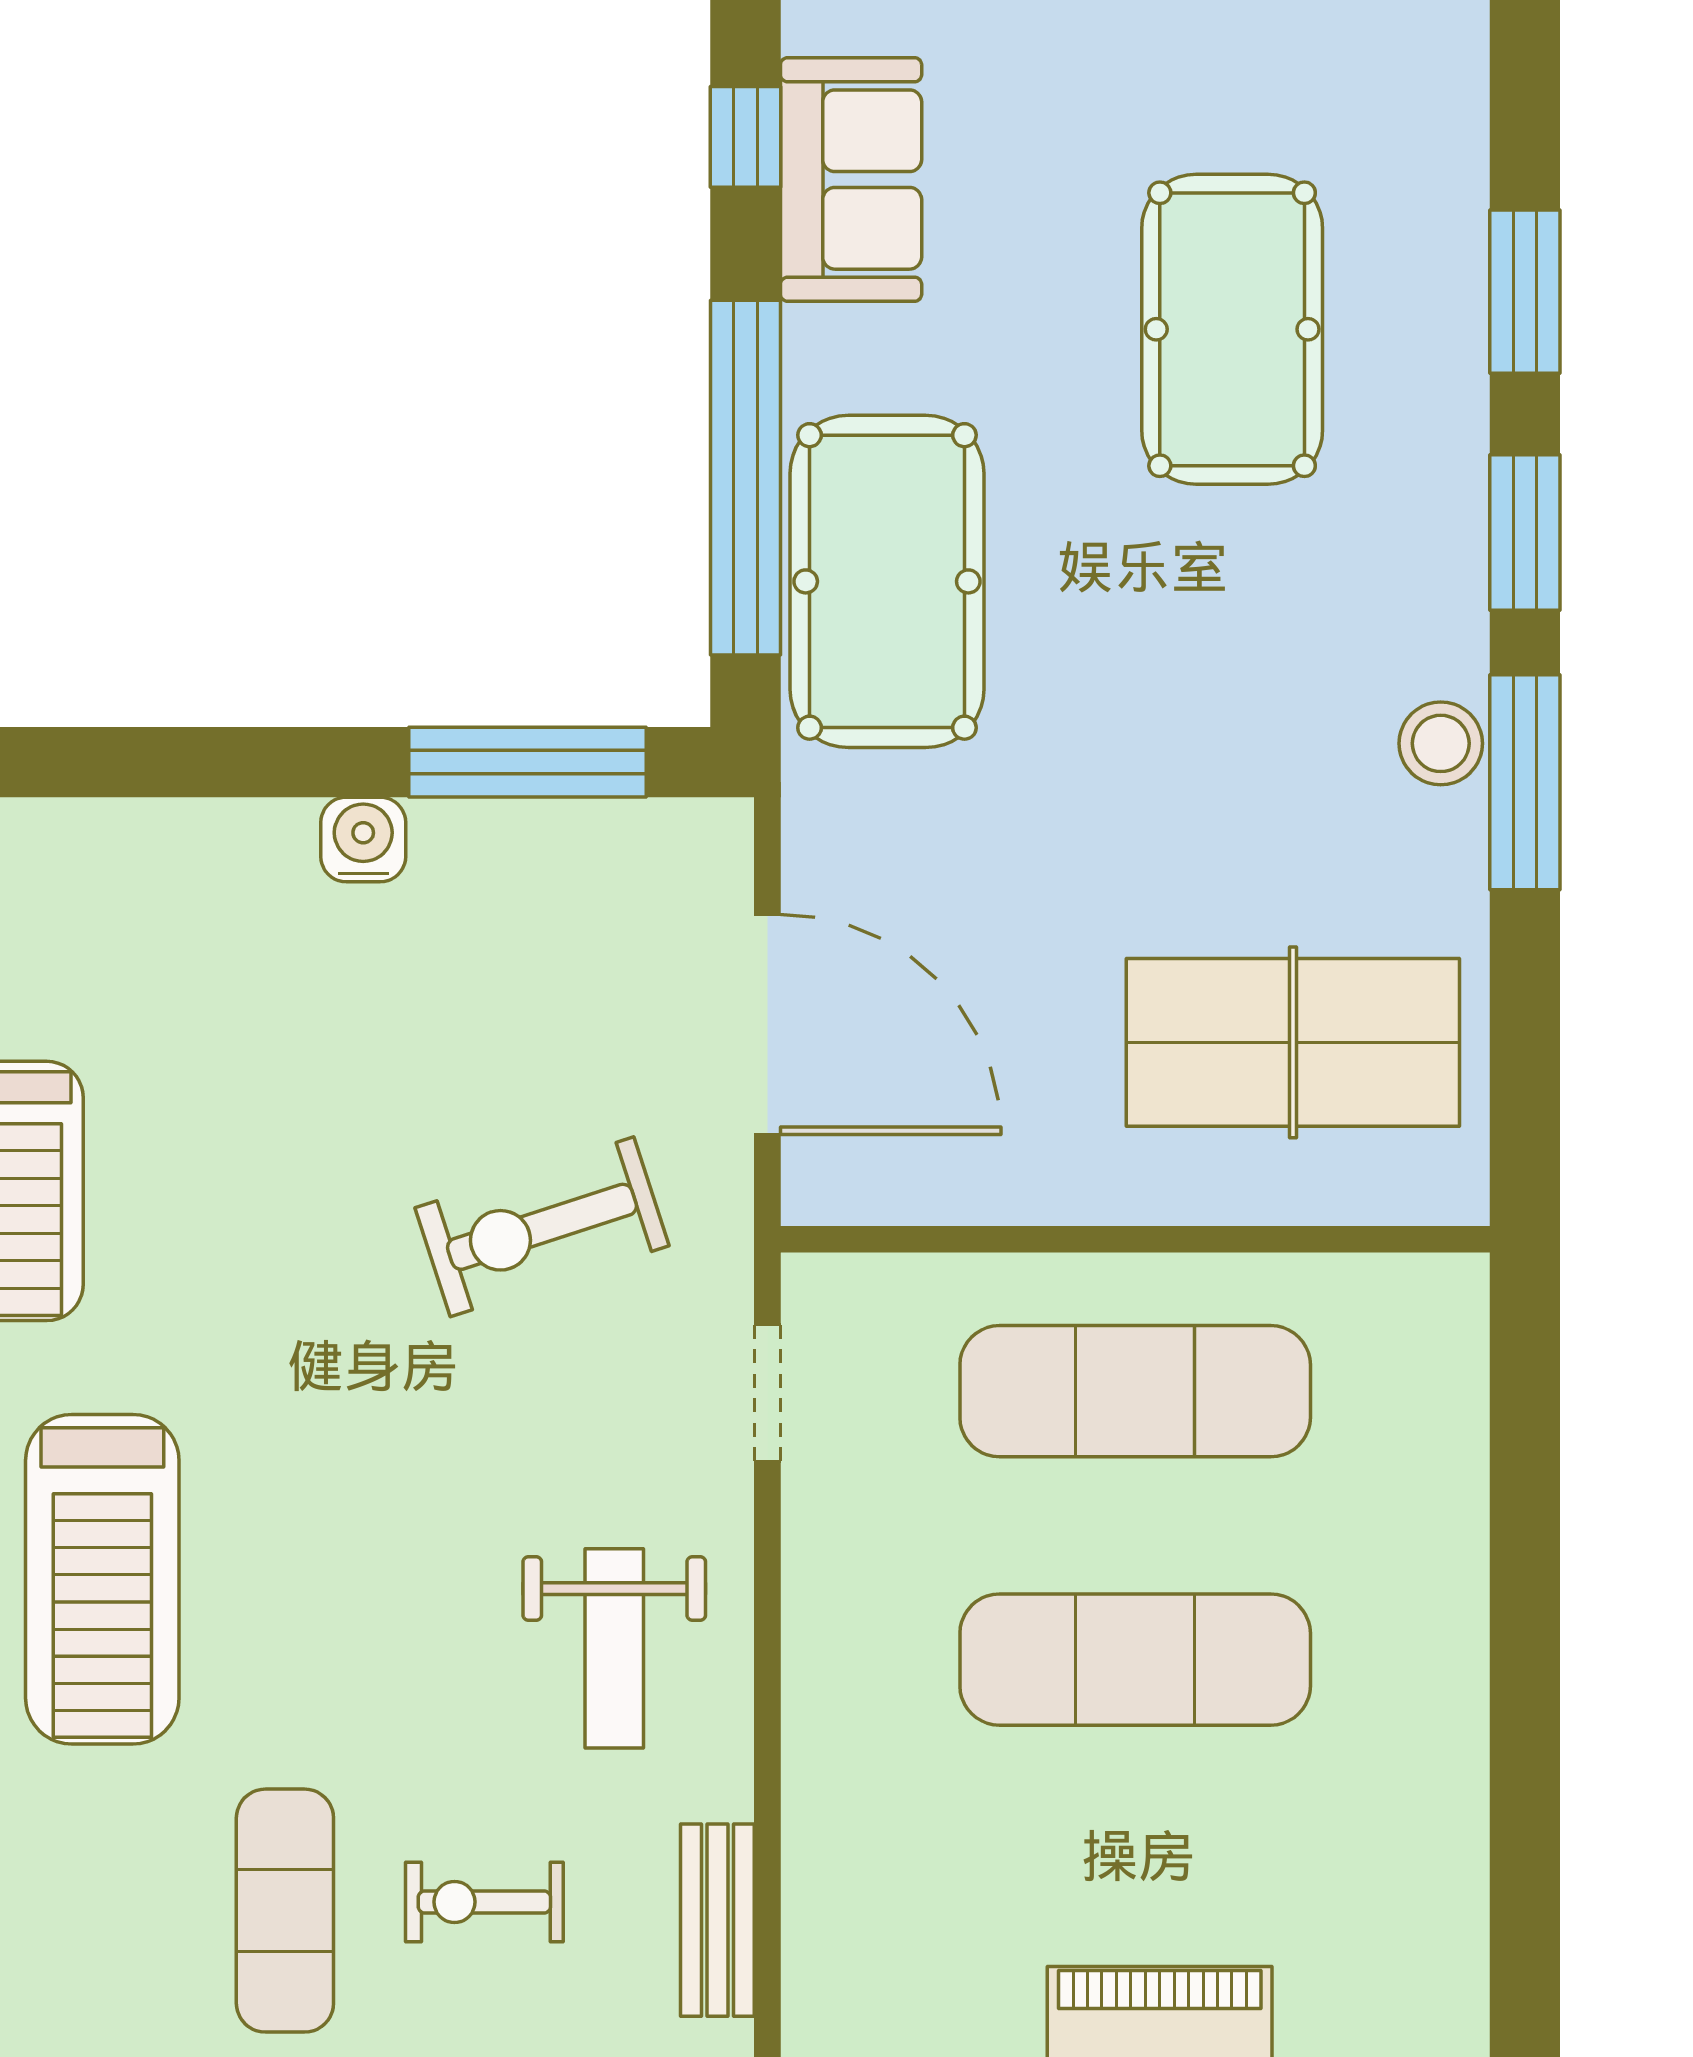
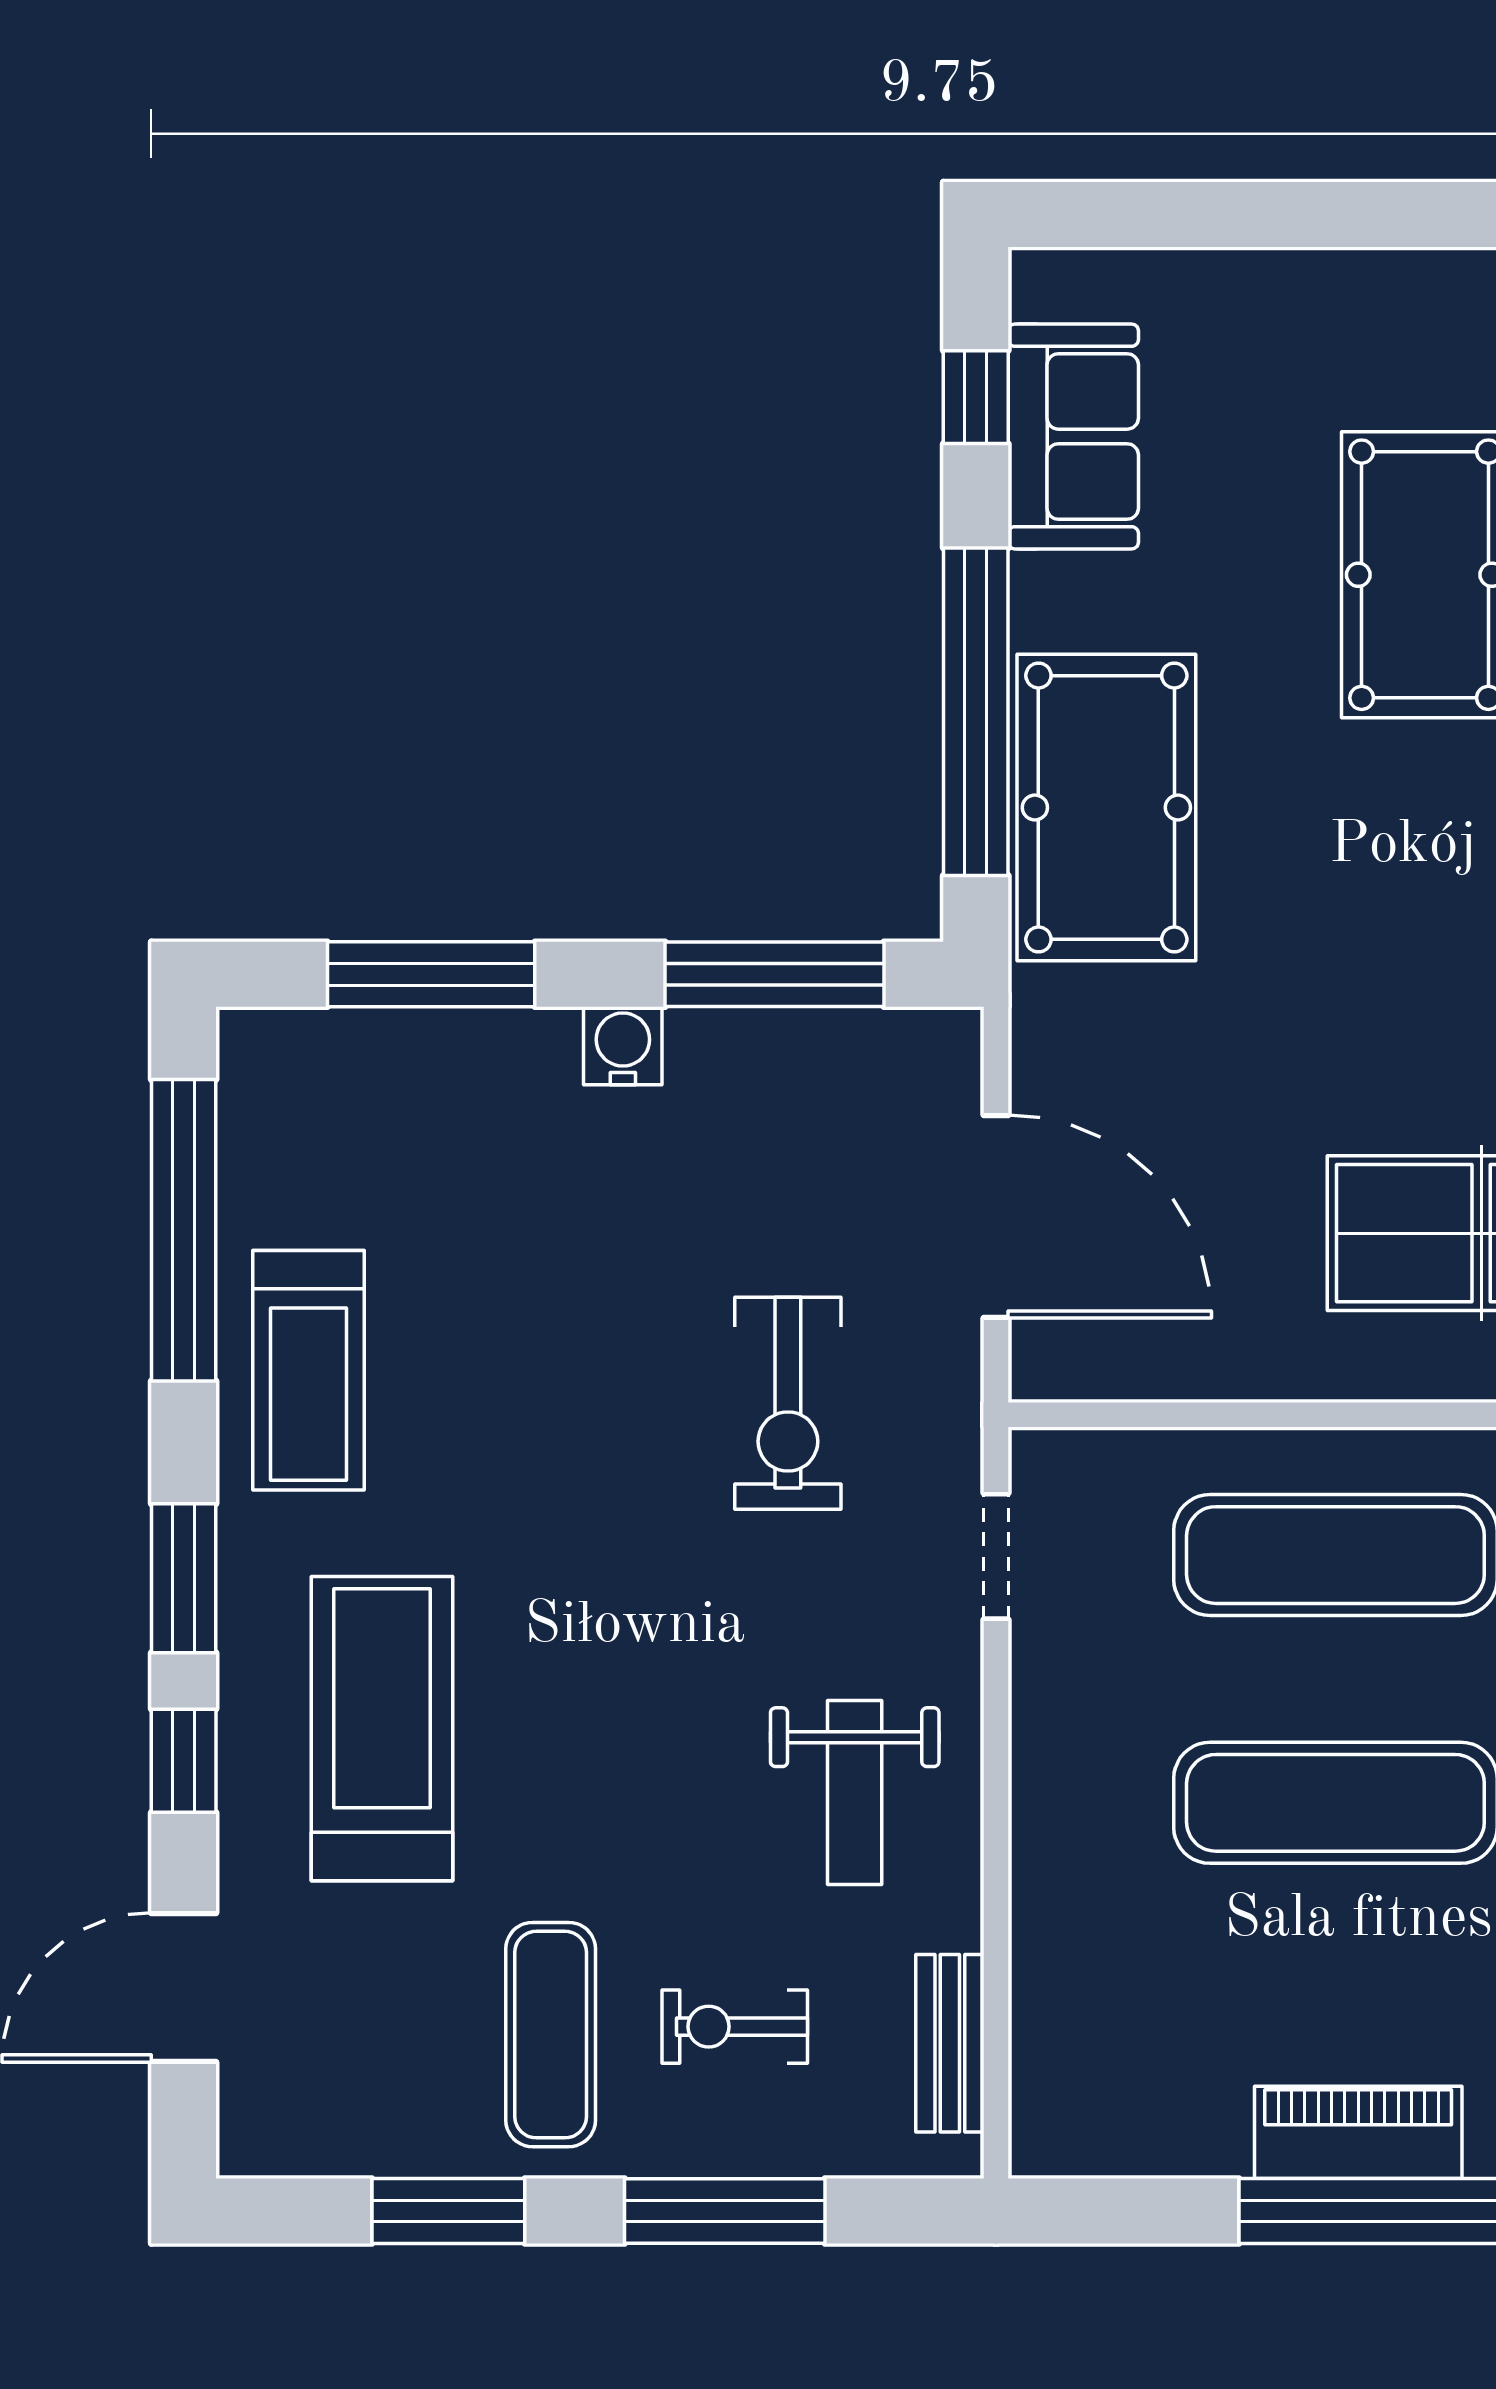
window: (155, 762) -> (431, 974), added
exercise bike: (542, 1227) -> (788, 1403), turned -72
treadmill: (102, 1579) -> (382, 1729), turned 180

